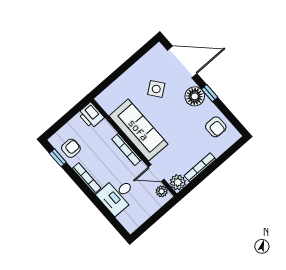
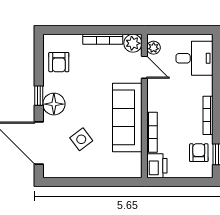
armchair: (216, 127) -> (59, 62), turned 180
armchair: (71, 148) -> (199, 153), turned 90
bookcase: (127, 149) -> (152, 132), moved
desk: (117, 195) -> (194, 58), moved

